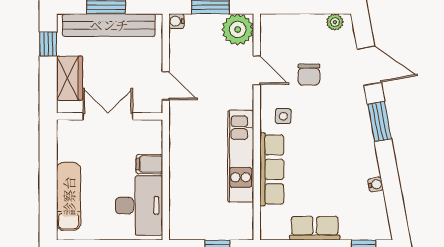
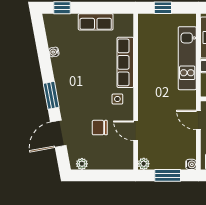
plant: (238, 30) -> (144, 164), width x0.53, depth x0.53
door: (369, 66) -> (58, 134), hinge flipped
chair: (309, 75) -> (100, 128), turned -90
kitchen unit: (241, 156) -> (187, 58), moved, turned 180

